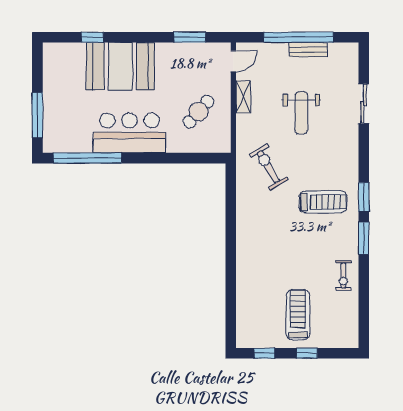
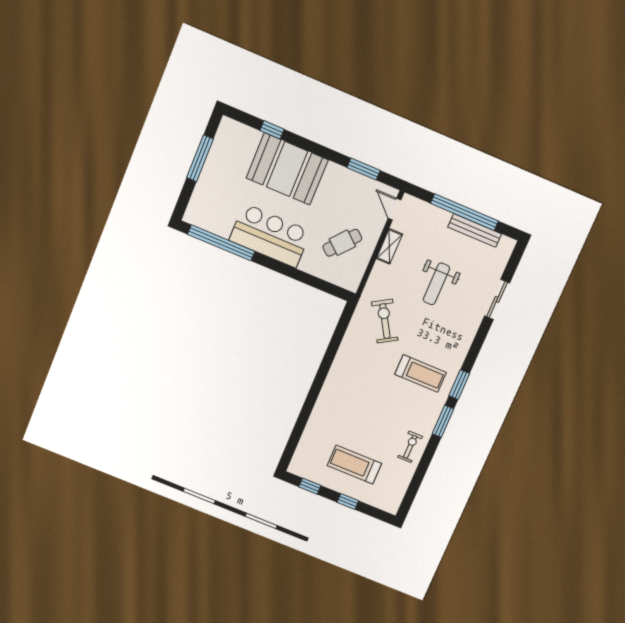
bench: (308, 50) -> (475, 230), width x1.36
door: (233, 61) -> (395, 209), swing flipped
window: (37, 115) -> (200, 158), moved
exercise bike: (343, 275) -> (410, 447), turned 180
treadmill: (298, 315) -> (354, 465), turned -90

